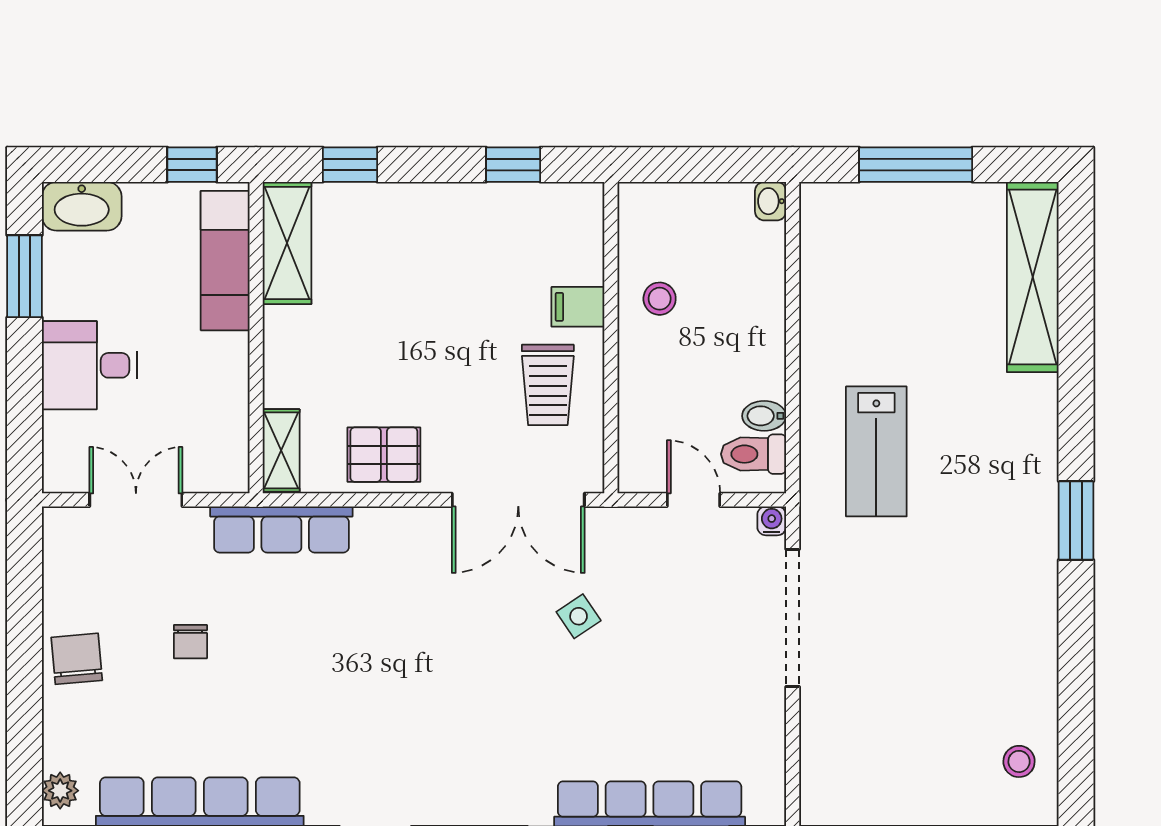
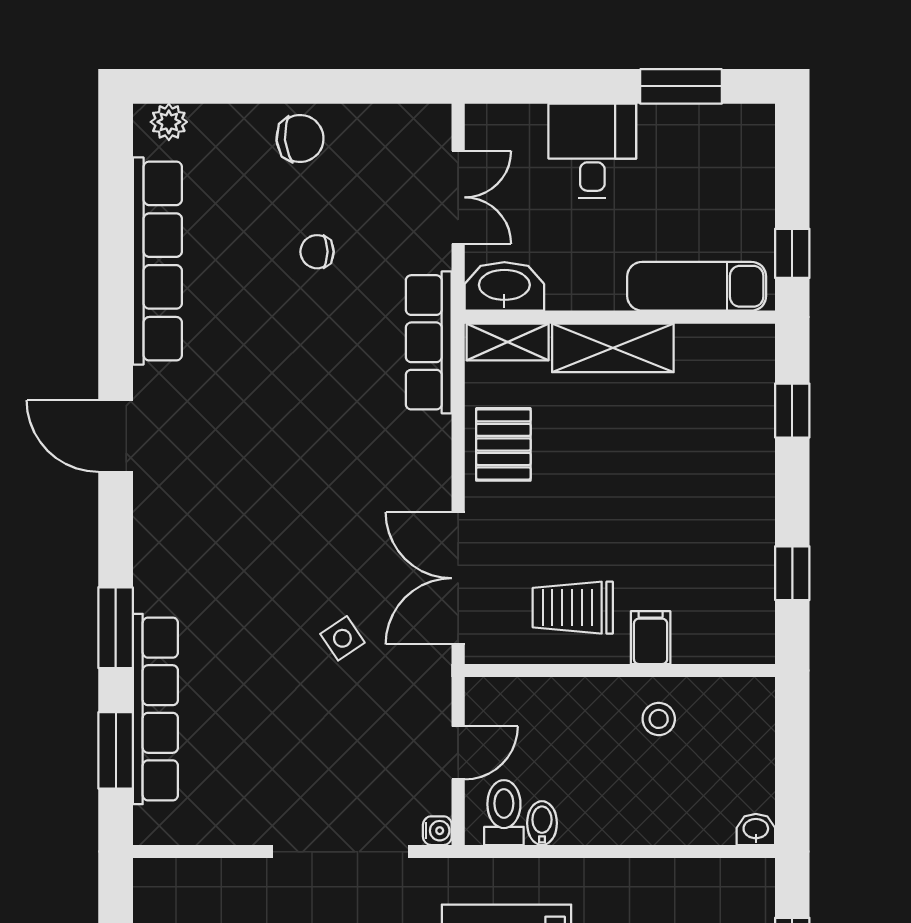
washbasin: (82, 206) -> (504, 286), moved, turned 90
shelving: (287, 243) -> (613, 348), moved

